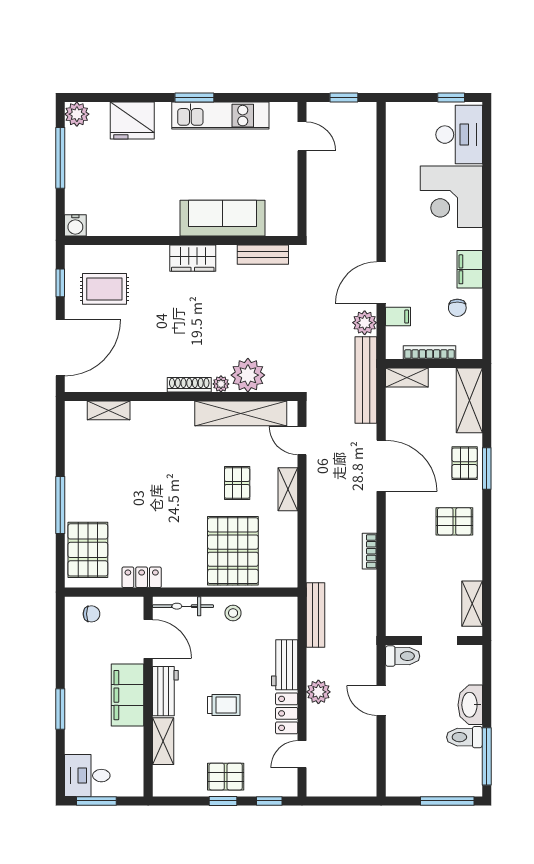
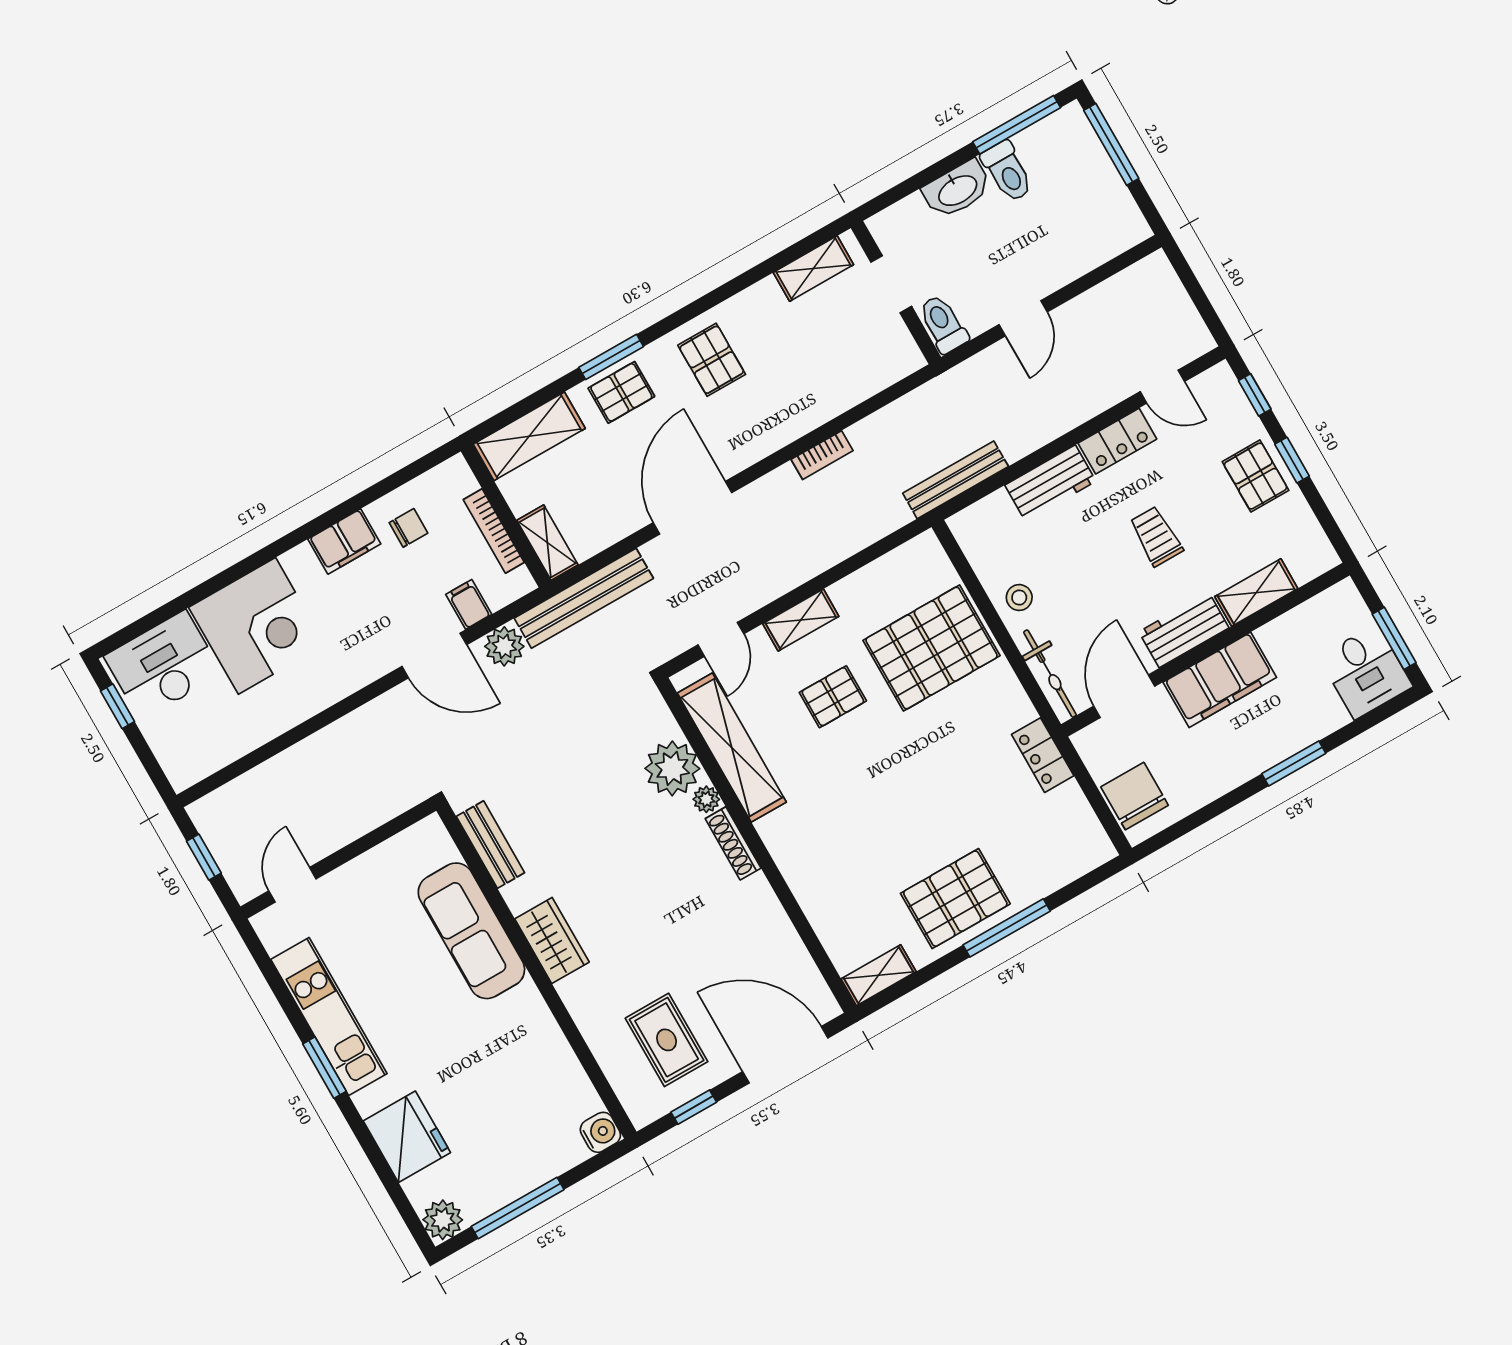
shelving: (109, 410) -> (879, 975), moved, turned 90
pallet: (88, 550) -> (955, 899), moved
chair: (92, 614) -> (1135, 796), width x1.87, depth x1.87
plant: (318, 692) -> (1061, 414), removed

